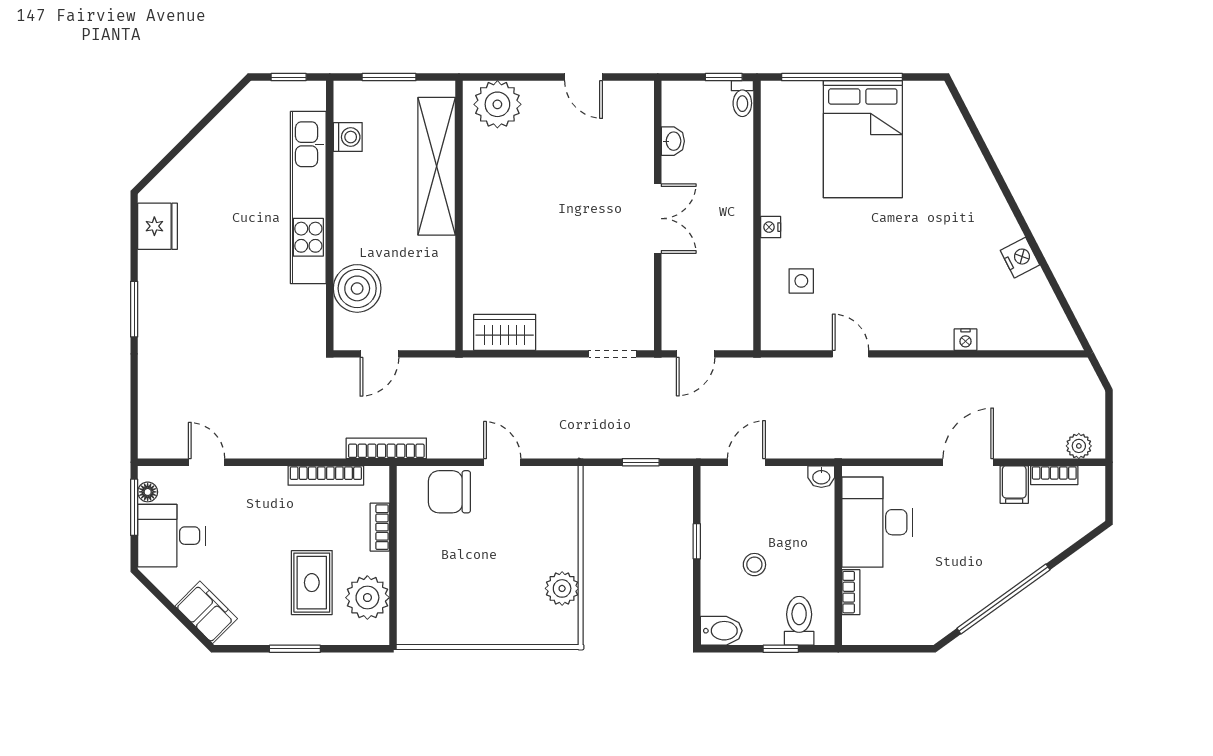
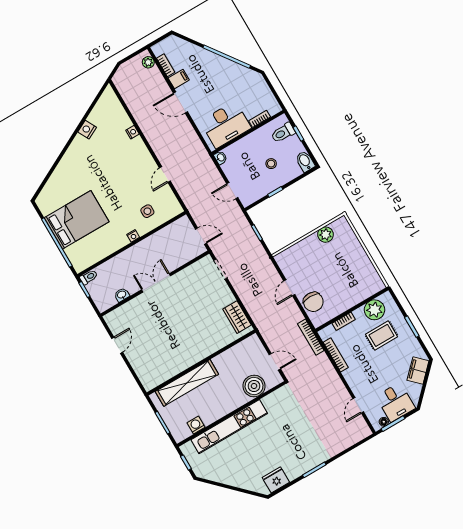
plant: (497, 104) -> (148, 373), removed

